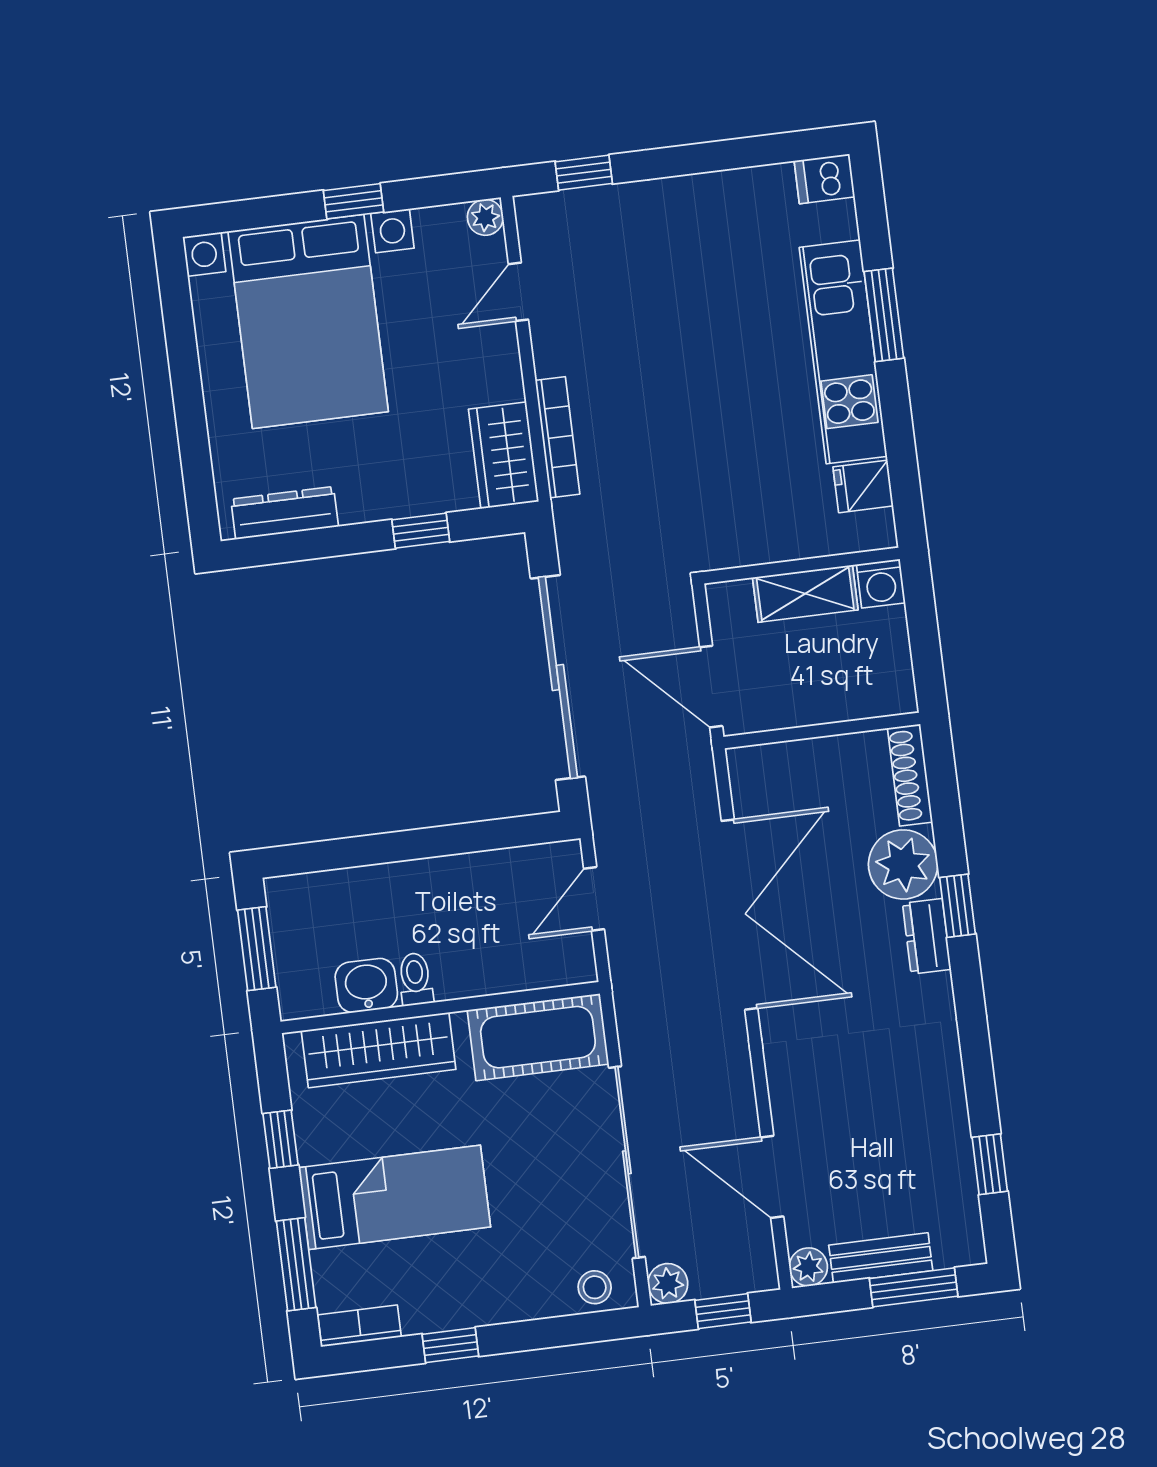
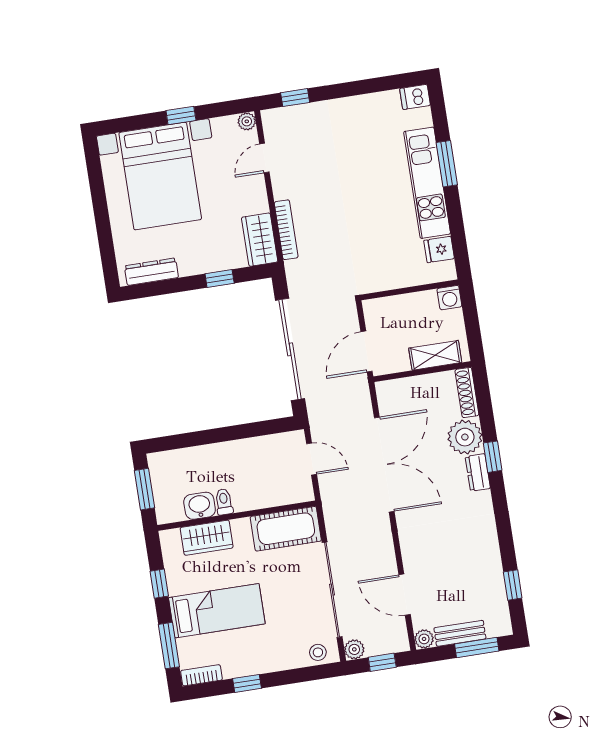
shelving: (805, 594) -> (435, 355), moved
door: (711, 687) -> (367, 351), hinge flipped
door: (594, 899) -> (312, 459), swing flipped
wardrobe: (379, 1050) -> (207, 538), width x0.67

